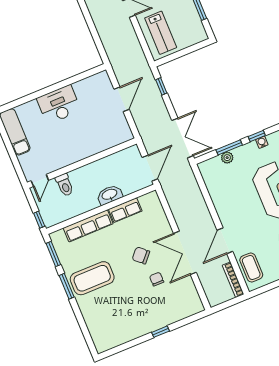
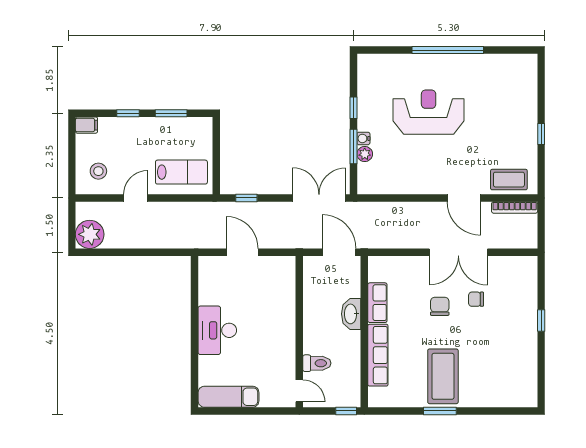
water cooler: (262, 142) -> (363, 138), moved
window: (53, 254) -> (395, 411), removed
chair: (141, 255) -> (440, 306), turned 138

